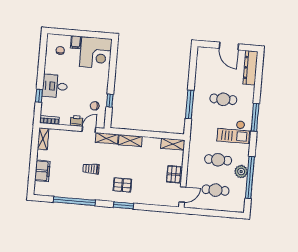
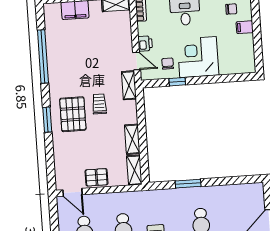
corner desk: (96, 53) -> (198, 57), moved, turned 90
window: (190, 104) -> (188, 184), width x0.69
shelving: (130, 141) -> (132, 139), moved
trolley: (91, 169) -> (99, 104), moved
pallet: (122, 185) -> (73, 114), width x1.50, depth x1.42

